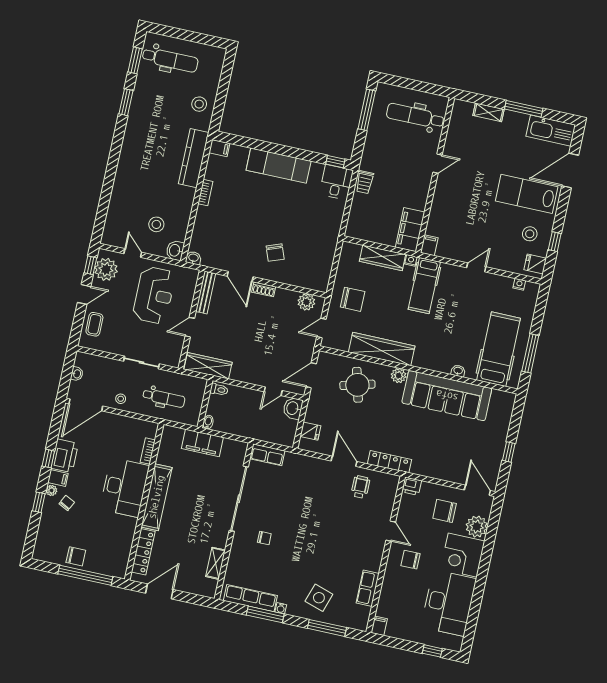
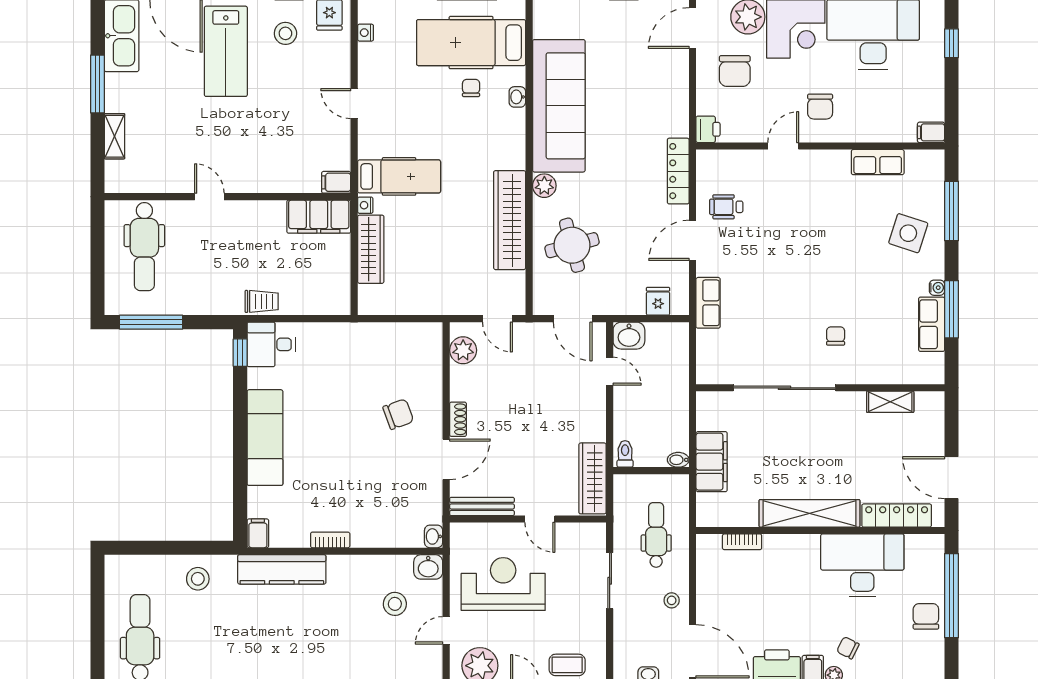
chair: (353, 299) -> (471, 88), moved, width x0.54, depth x0.54
row of seats: (267, 455) -> (708, 303), moved
desk: (125, 487) -> (862, 565), moved
row of seats: (250, 598) -> (932, 324), width x0.68

